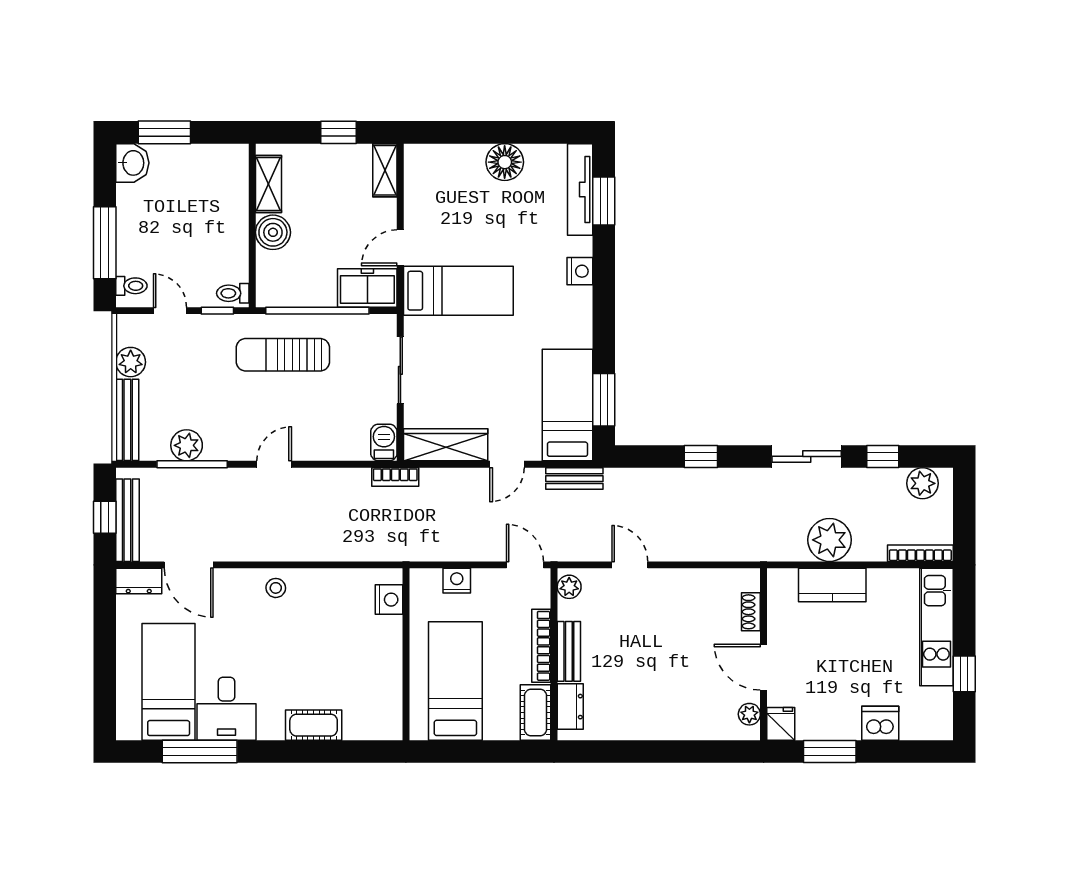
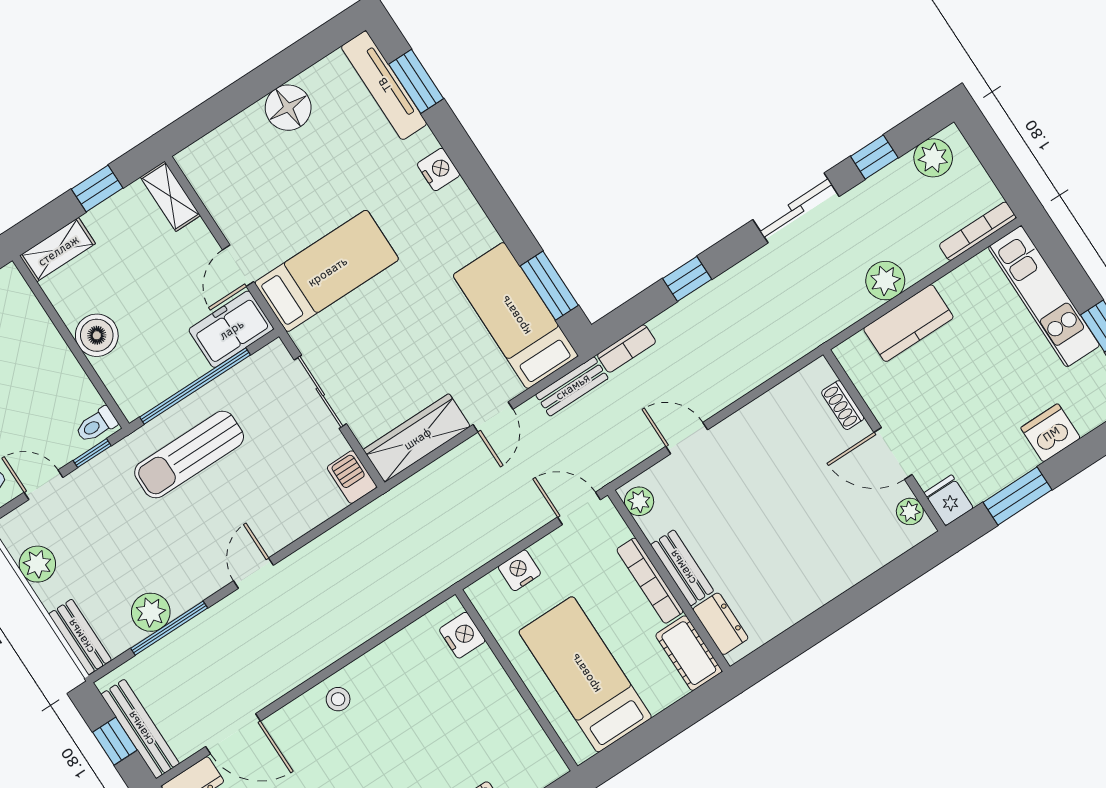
shelving: (268, 184) -> (58, 250), moved, turned 90
bench: (127, 420) -> (80, 637), width x0.73
bookcase: (395, 477) -> (626, 349), moved
plant: (830, 540) -> (885, 281), width x0.73, depth x0.73

